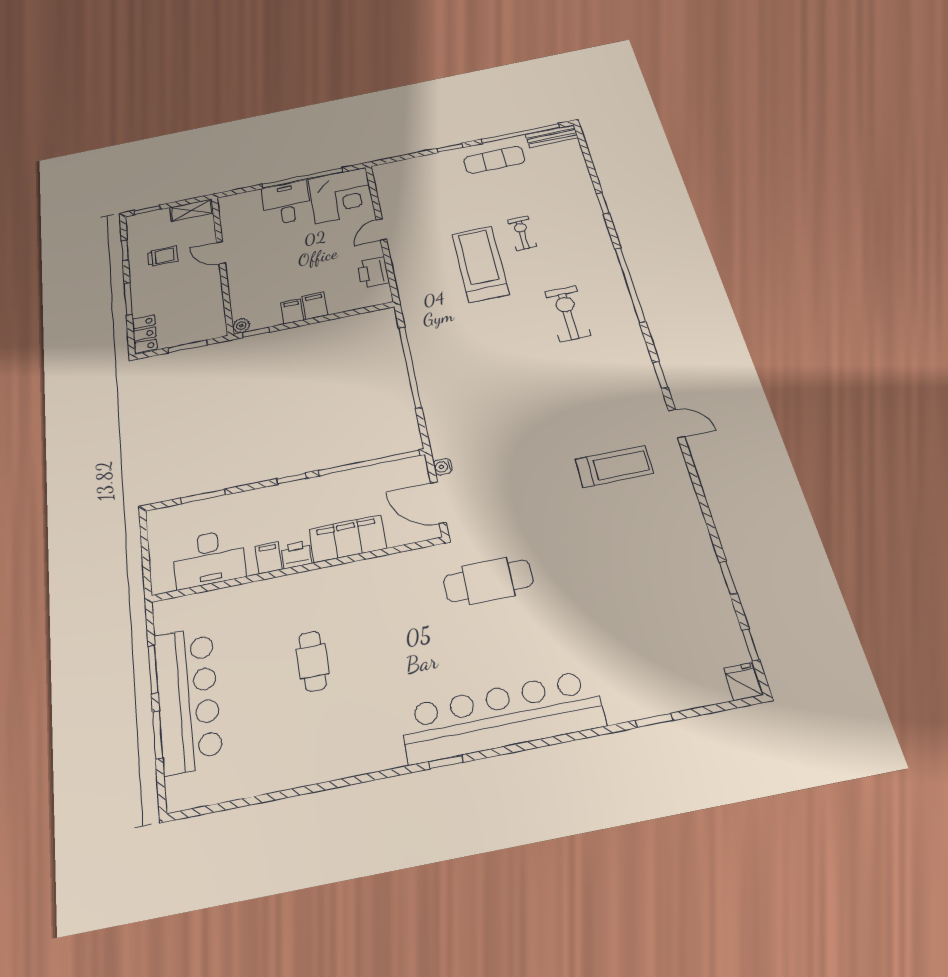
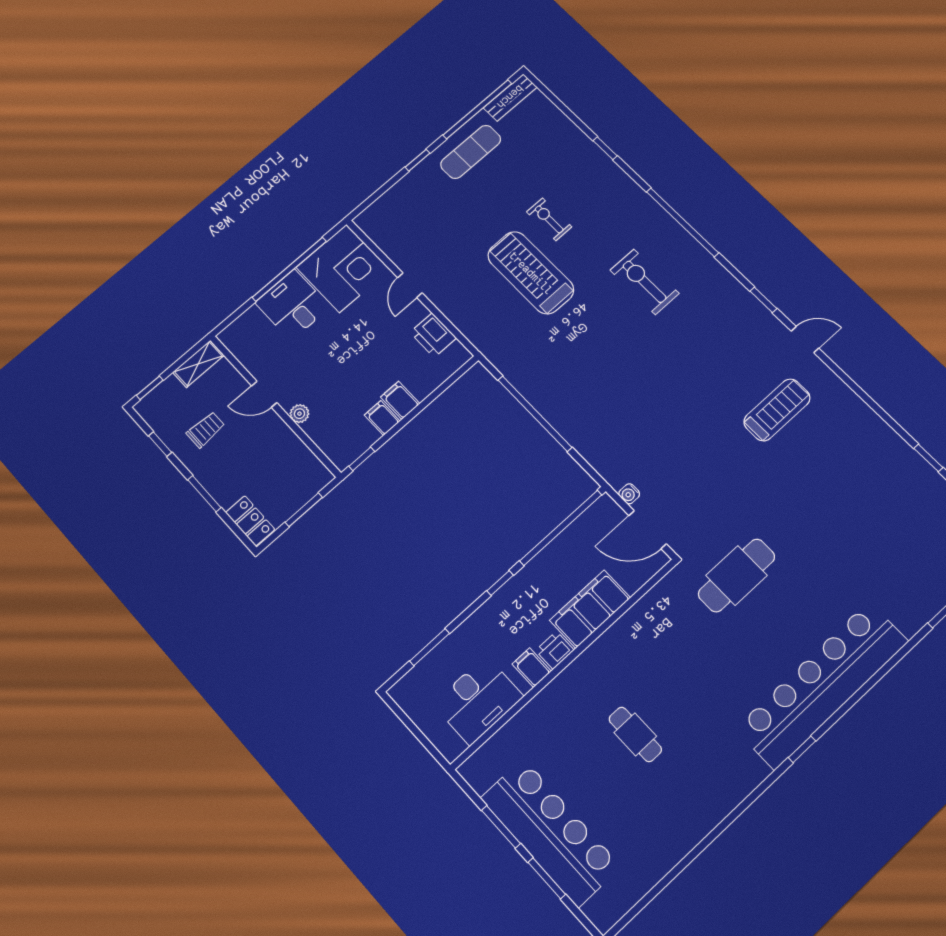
plant: (241, 326) -> (299, 414), moved

